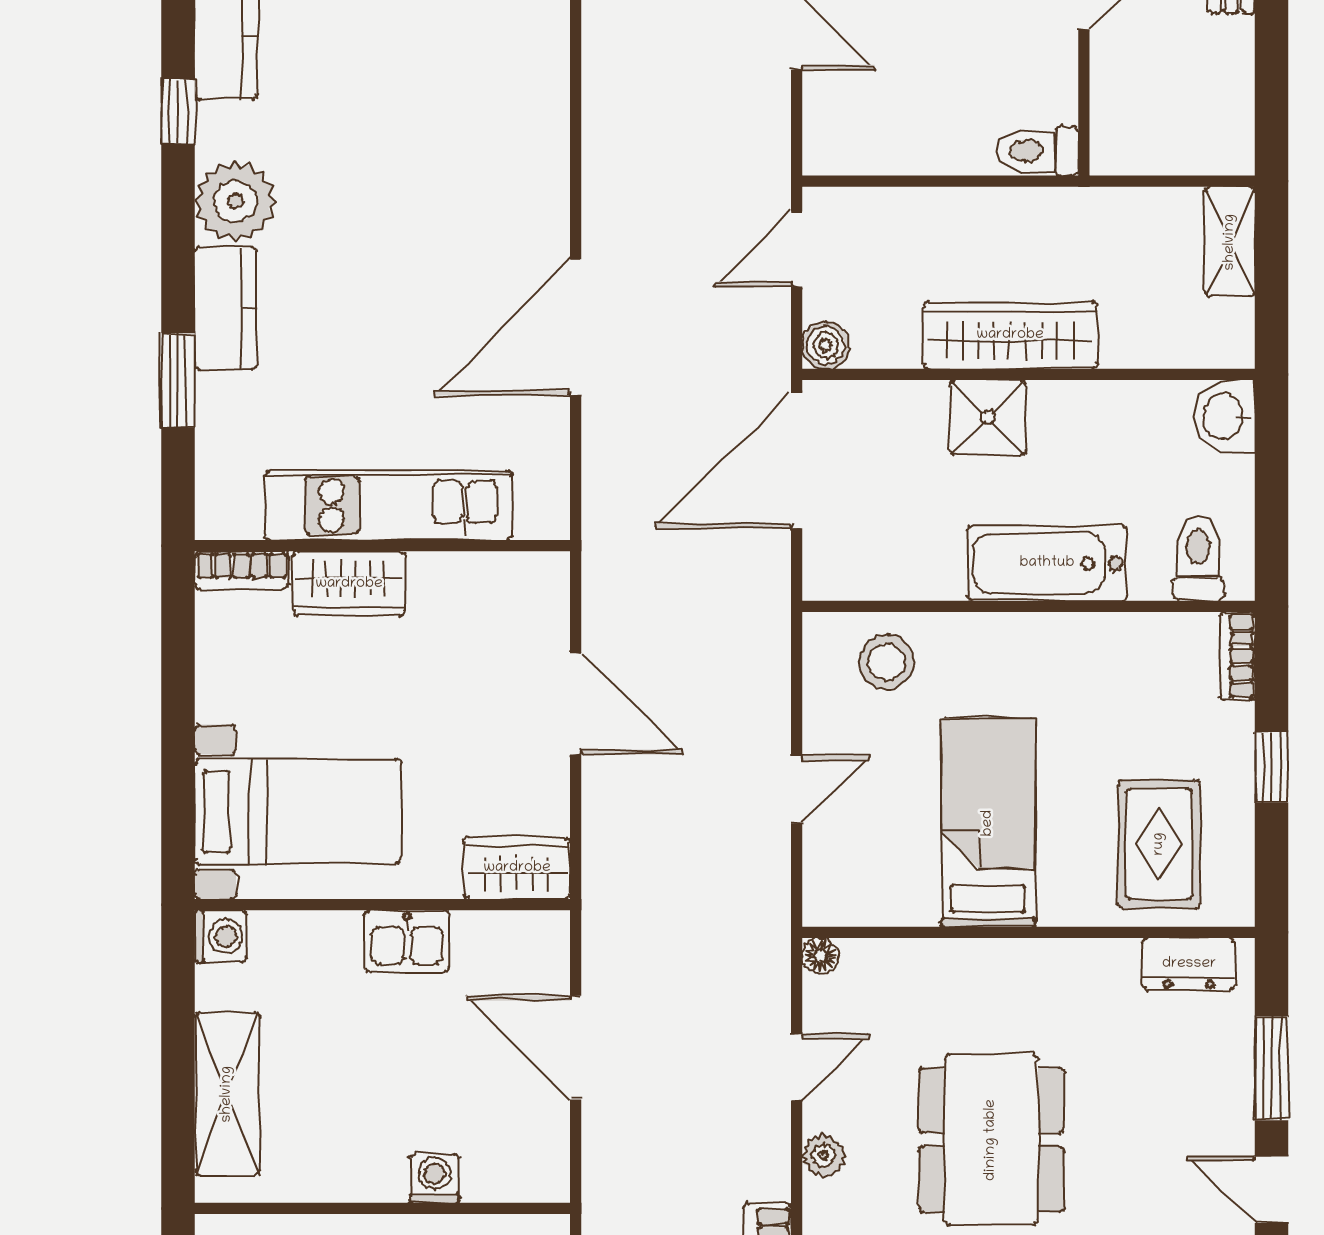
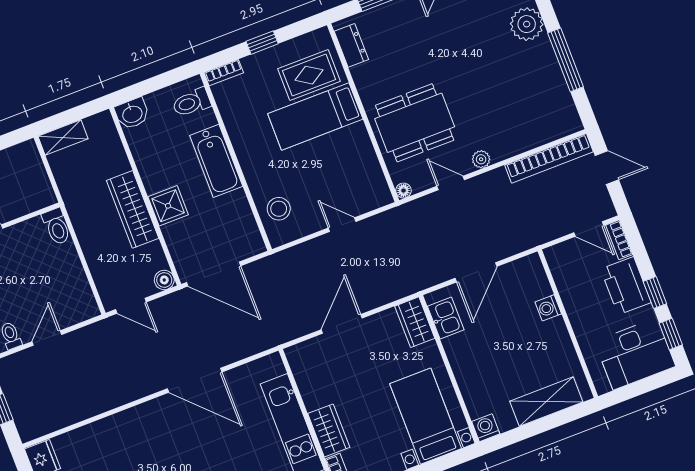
bed: (988, 823) -> (315, 116), moved
kitchen sink: (407, 941) -> (446, 318), moved
dining table: (991, 1140) -> (415, 123), moved

